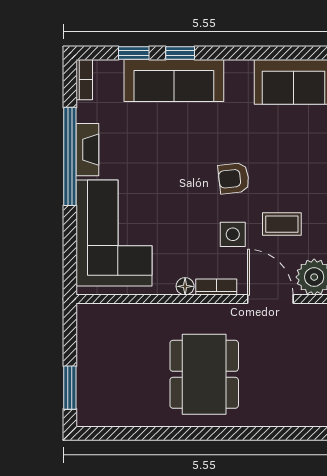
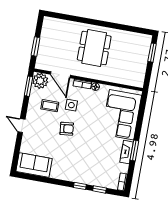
sofa: (174, 80) -> (85, 175), removed
window: (70, 156) -> (134, 150), width x0.47

